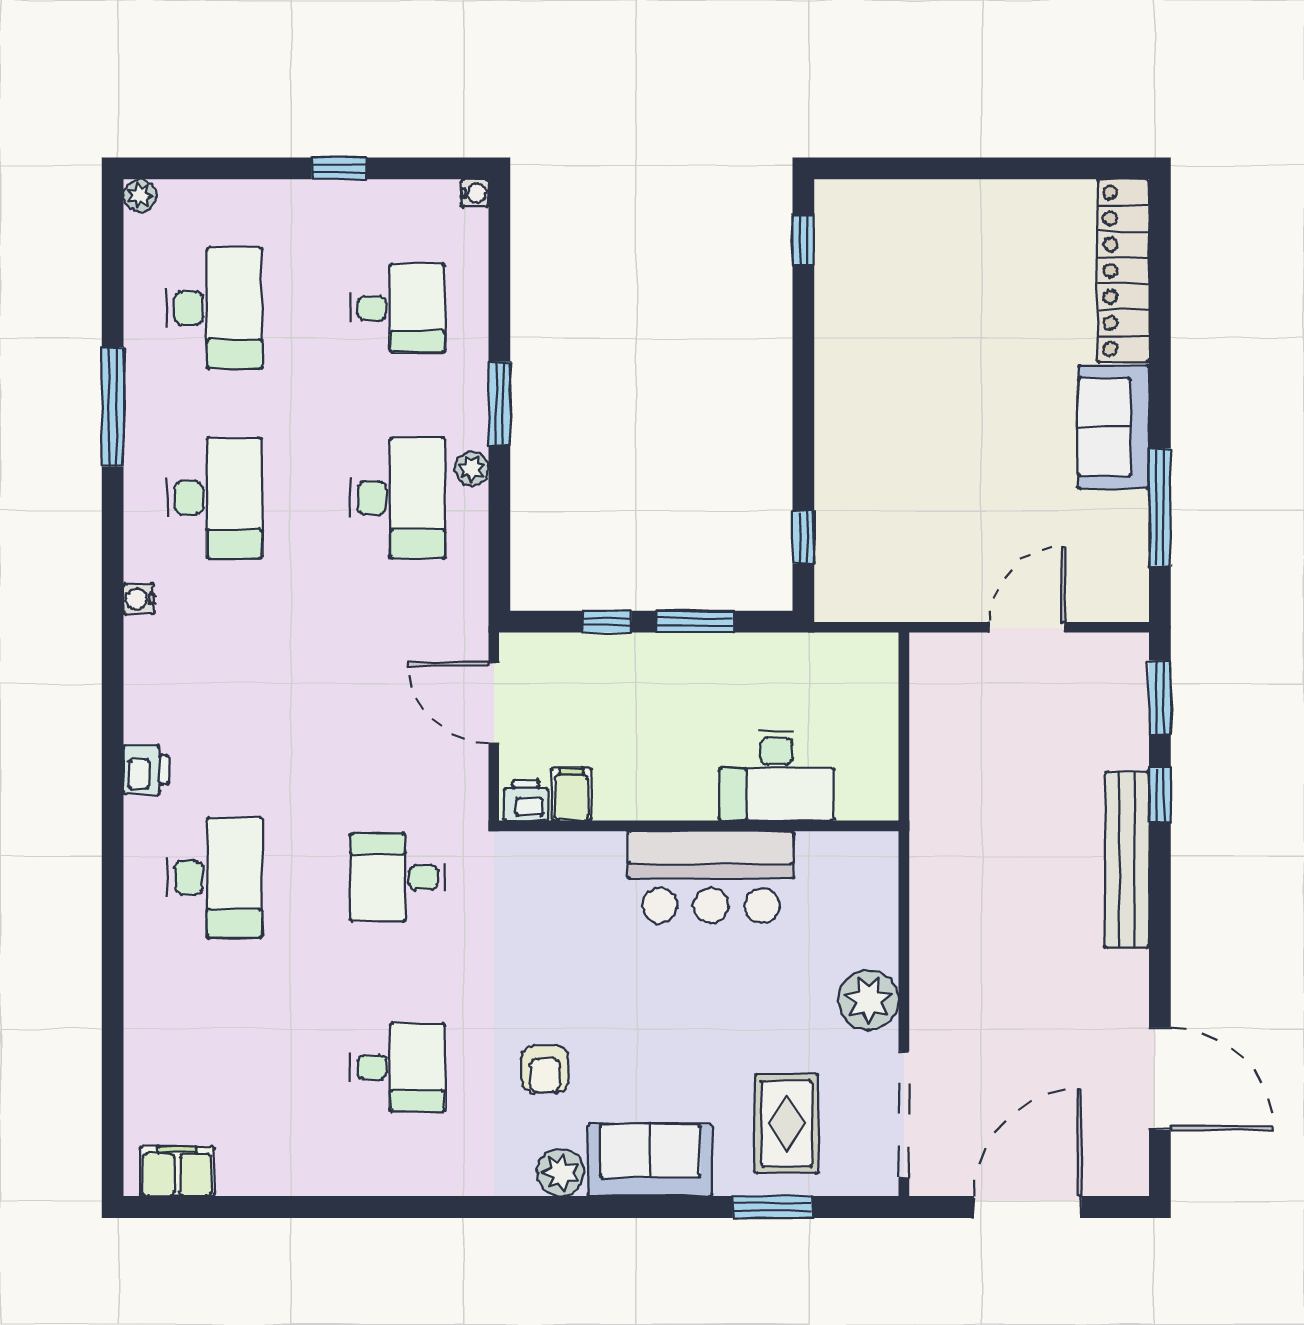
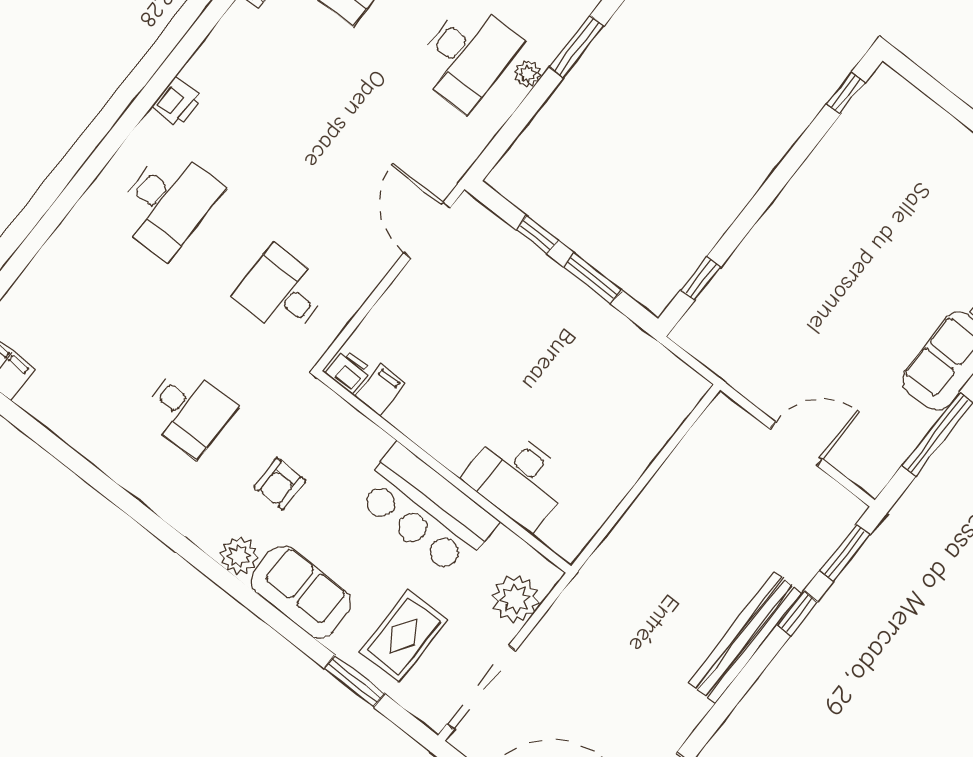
desk: (777, 775) -> (517, 478), moved
filing cabinet: (571, 794) -> (380, 390), moved
printer: (526, 800) -> (349, 371), moved
wall: (699, 826) -> (444, 472), moved
bar counter: (711, 877) -> (426, 510), moved

